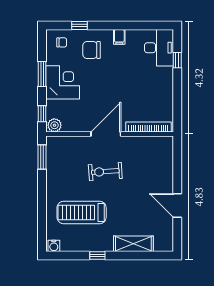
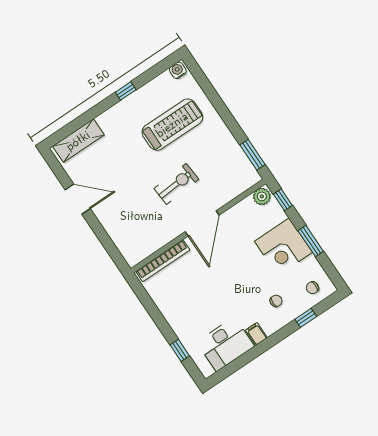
desk: (159, 48) -> (226, 344), moved, turned -90
chair: (92, 50) -> (276, 301), width x0.54, depth x0.54
shelving: (133, 244) -> (78, 141), moved

